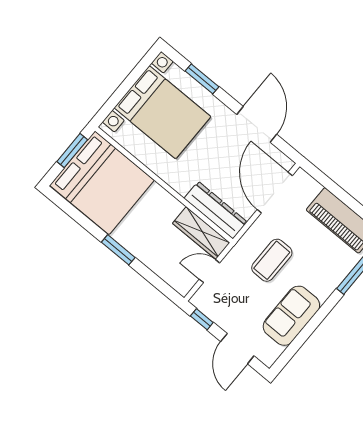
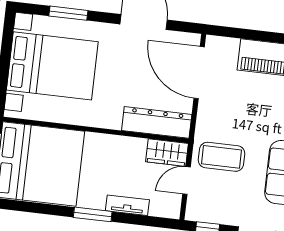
wardrobe: (201, 233) -> (167, 153), width x0.67
tv unit: (150, 260) -> (127, 205), added
coffee table: (272, 260) -> (222, 157), moved, turned 90

